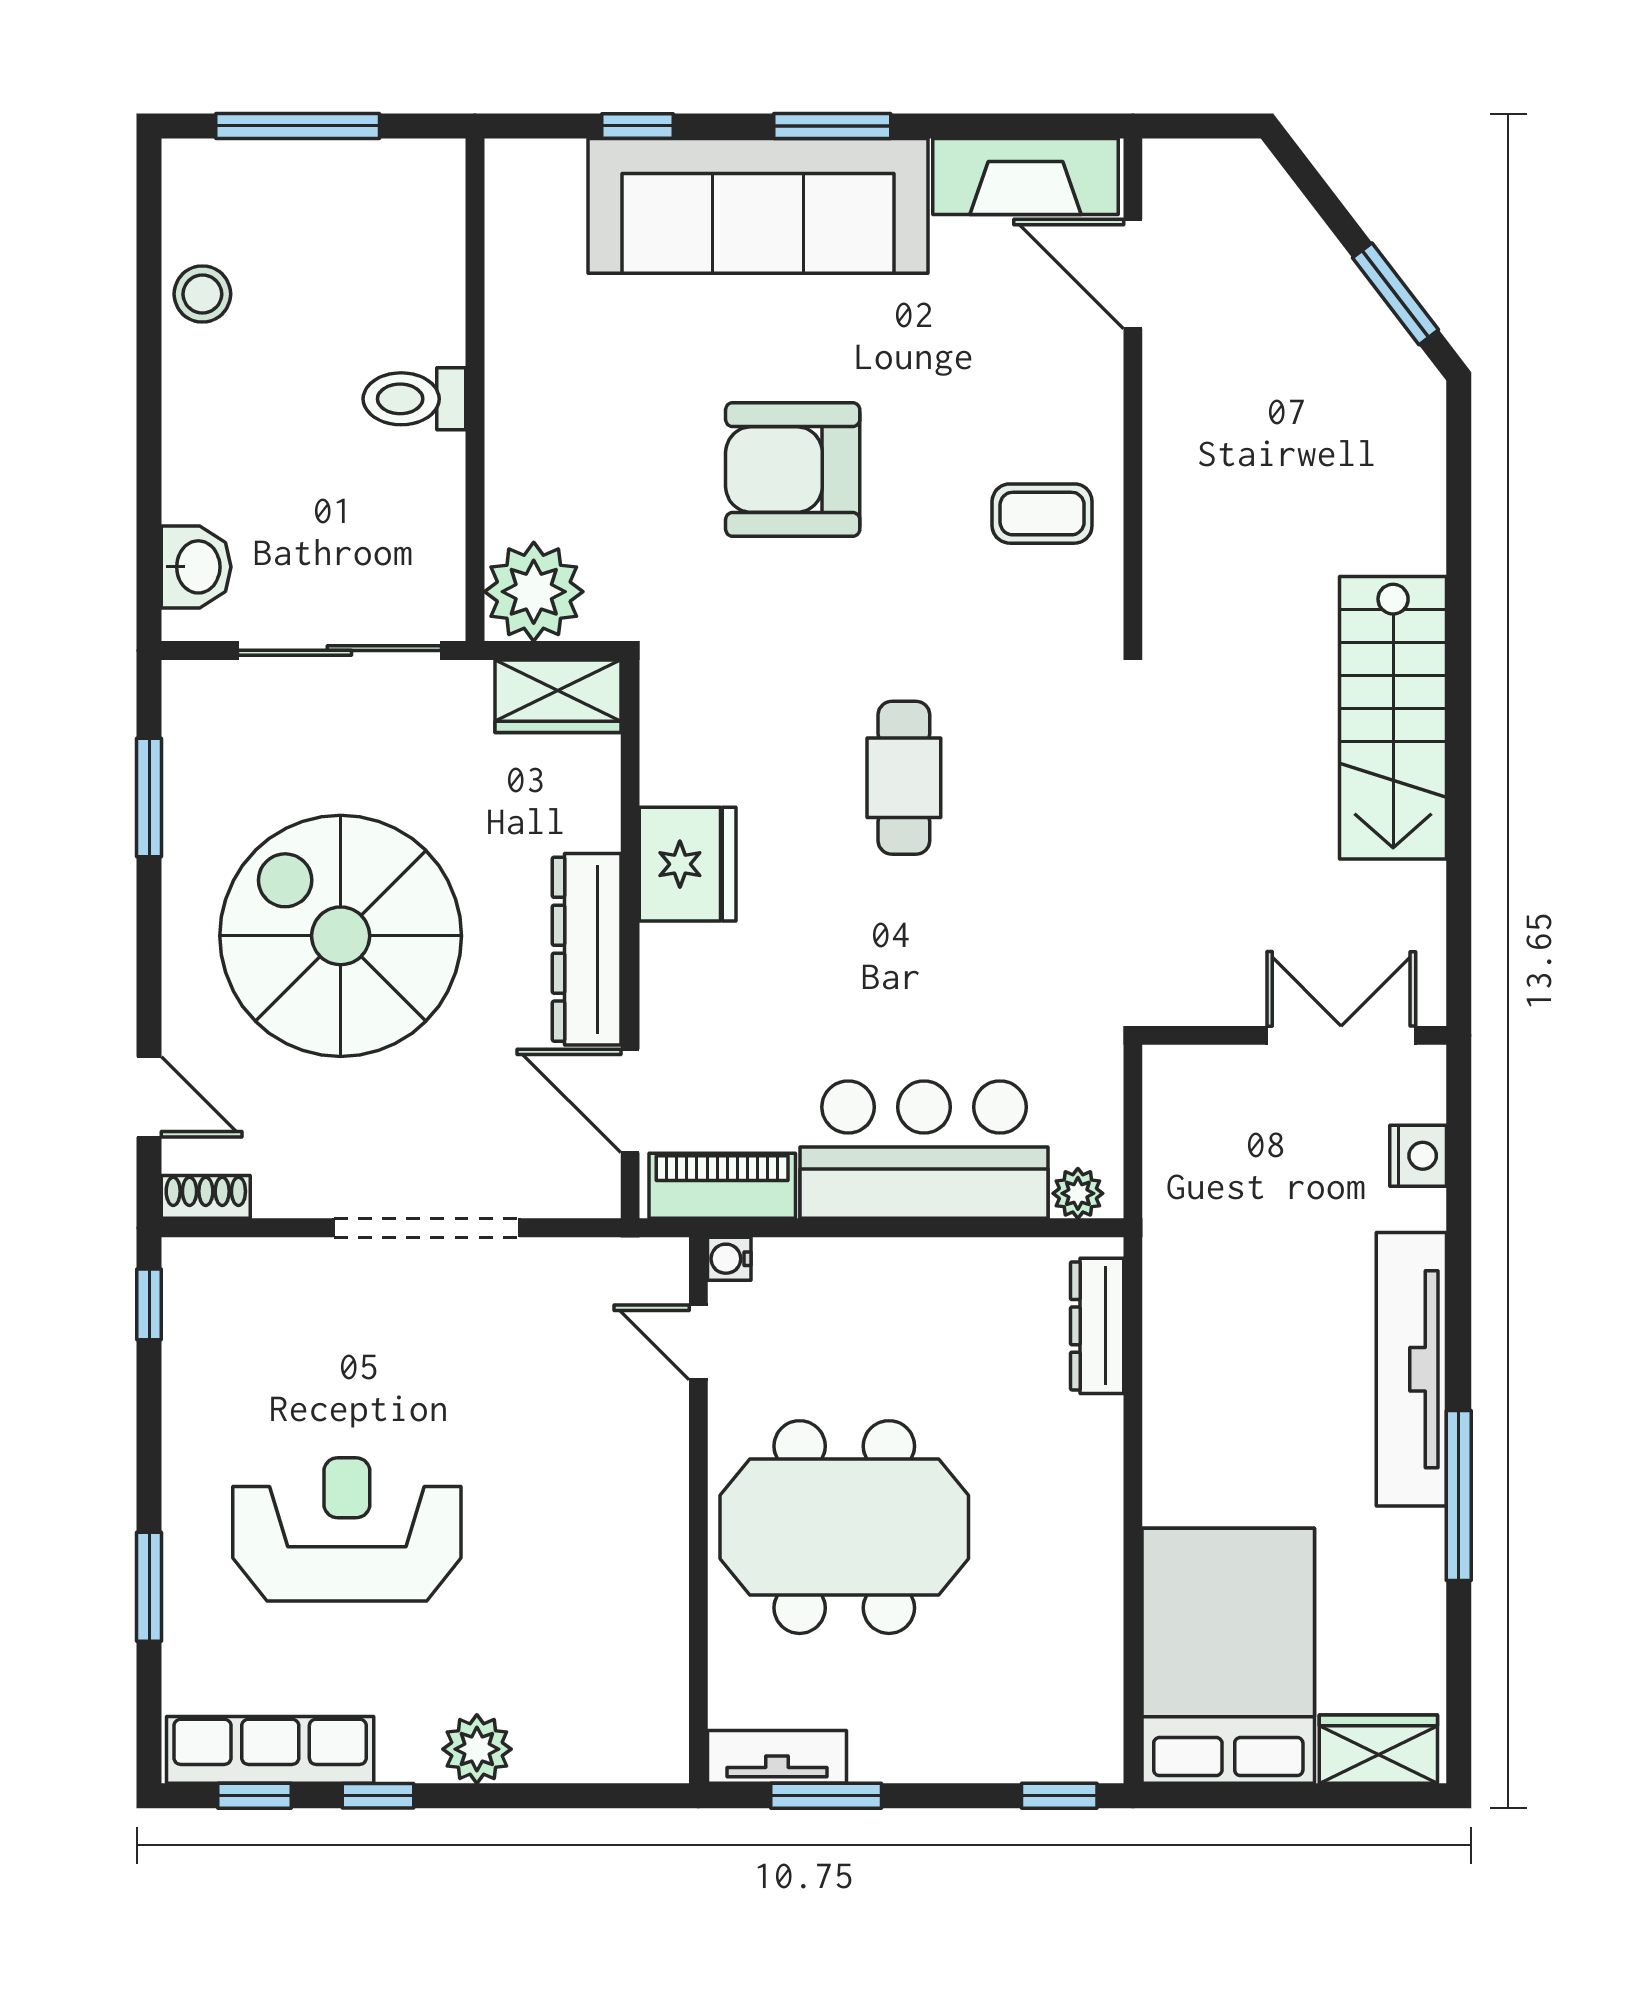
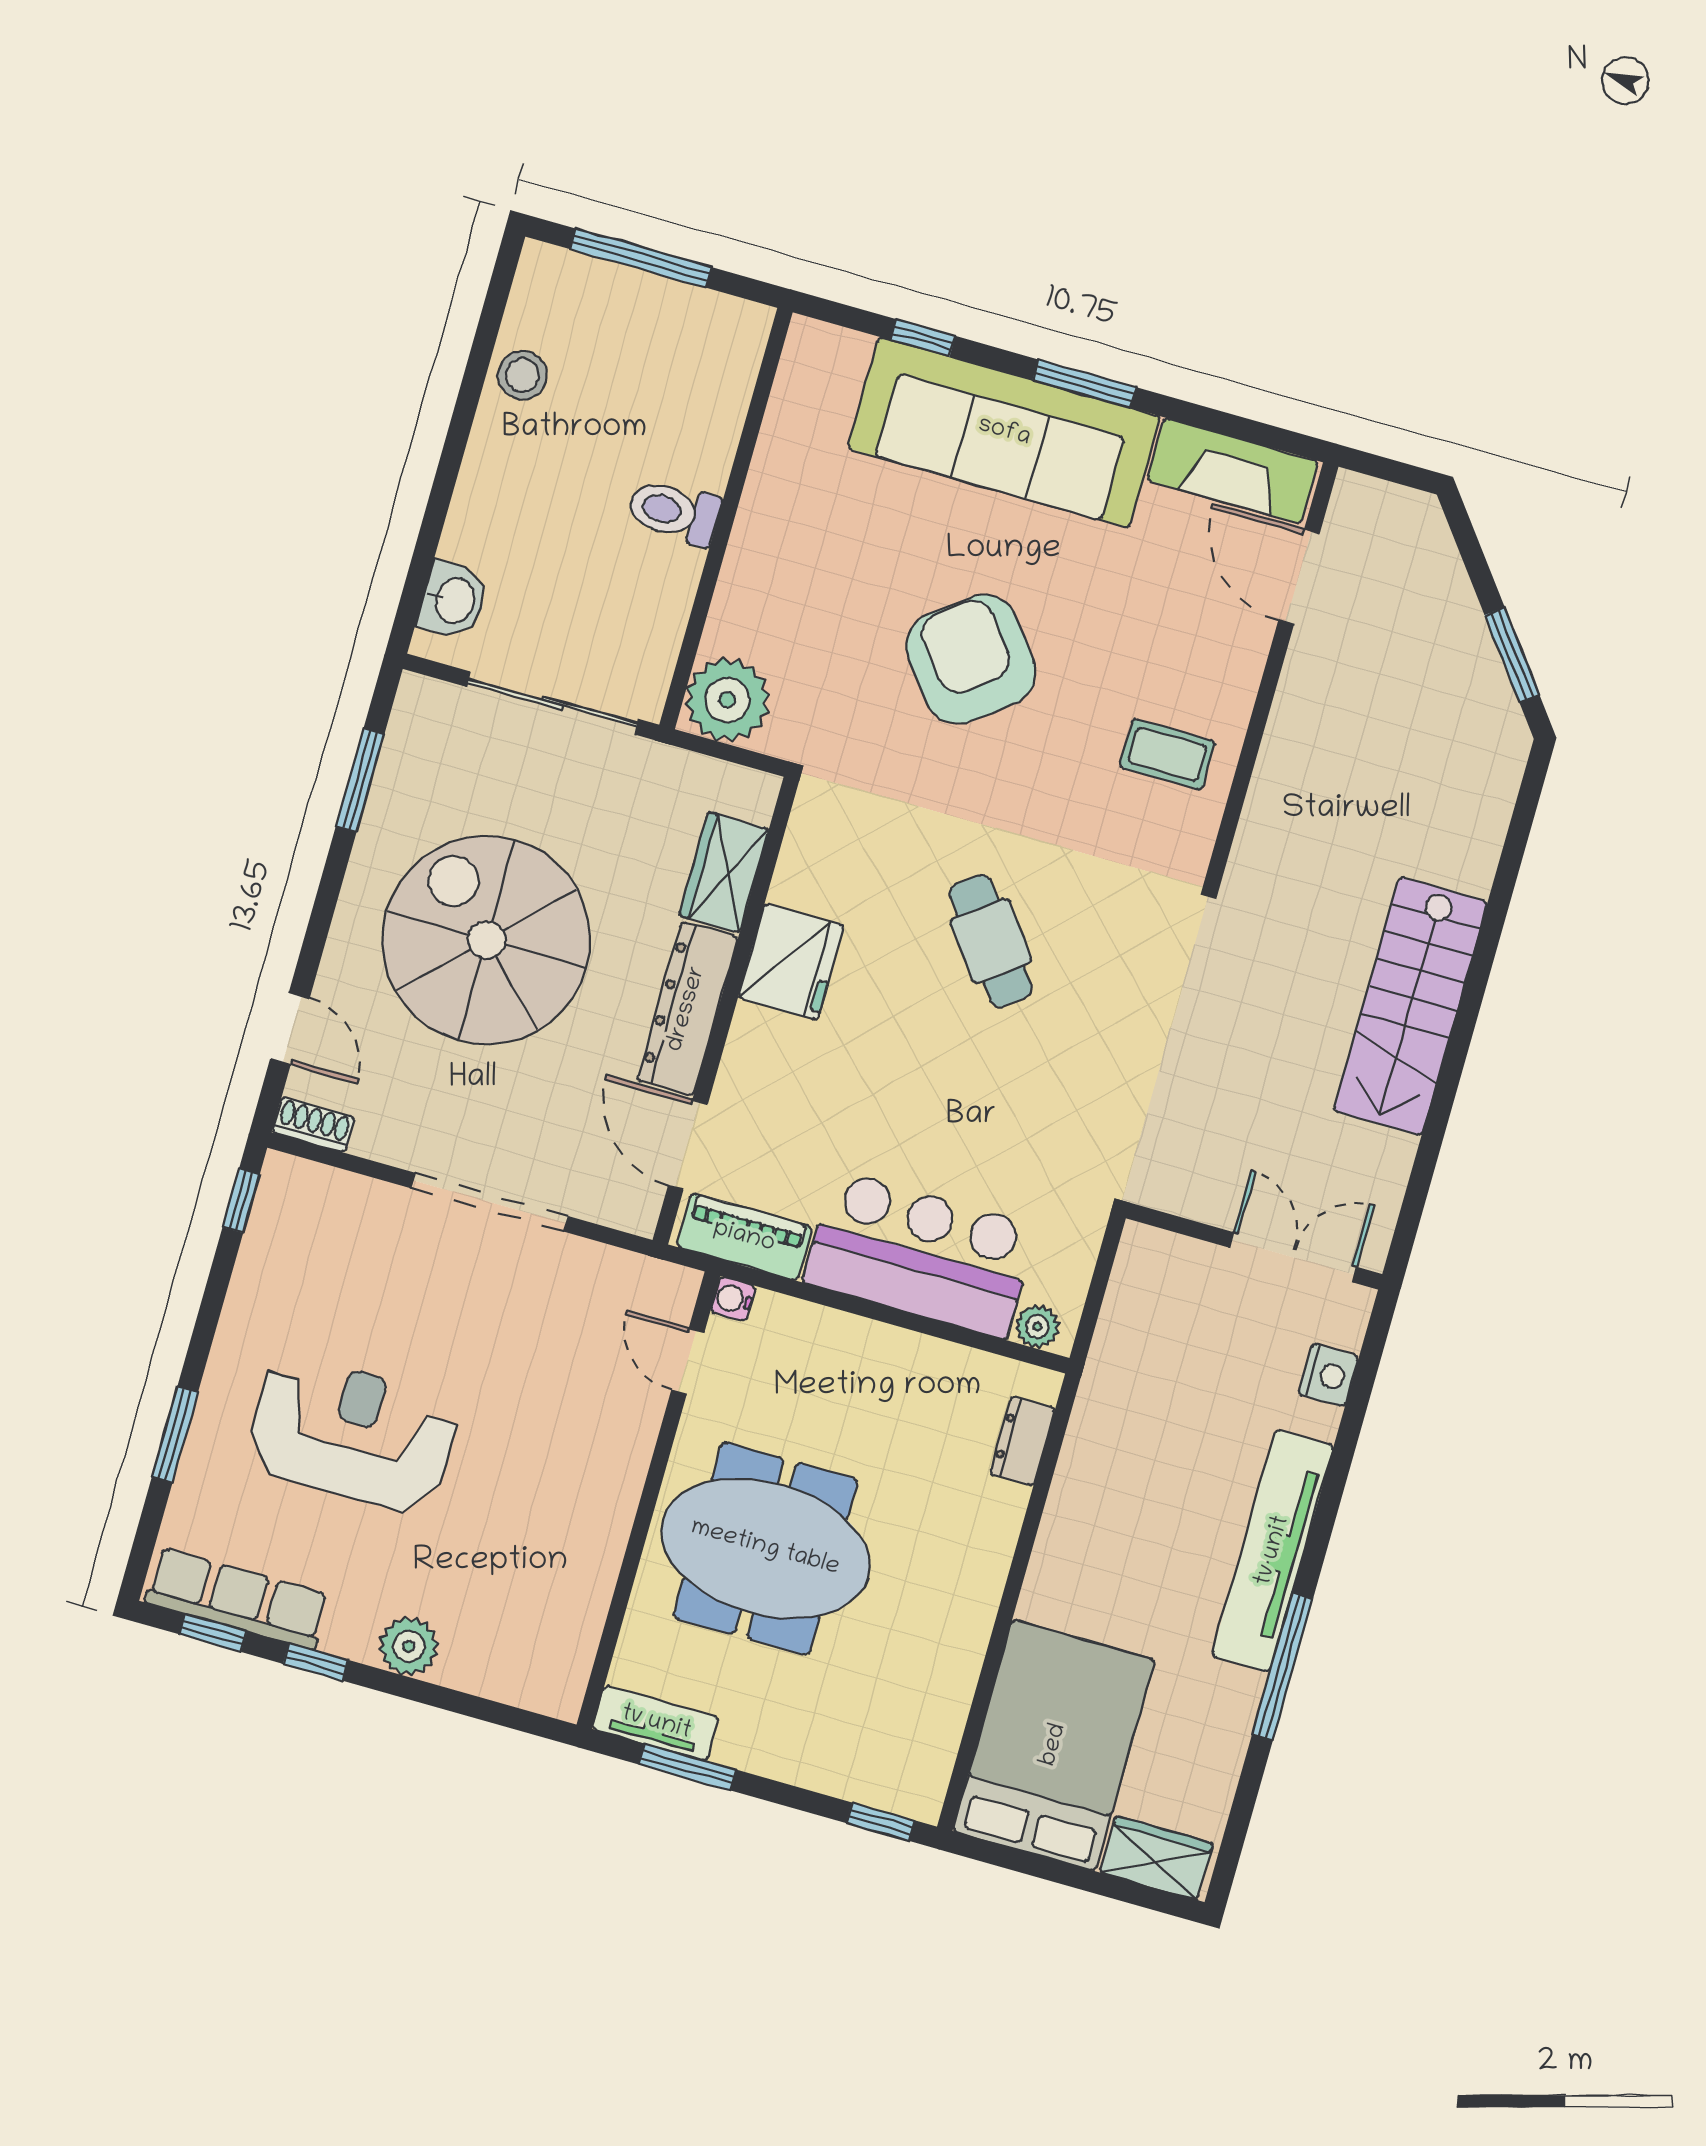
armchair: (793, 470) -> (971, 659), turned 52
wardrobe: (558, 696) -> (724, 872), moved, turned 90
cafe table: (904, 778) -> (991, 941), turned -37
dresser: (1097, 1326) -> (1022, 1441), width x0.70

